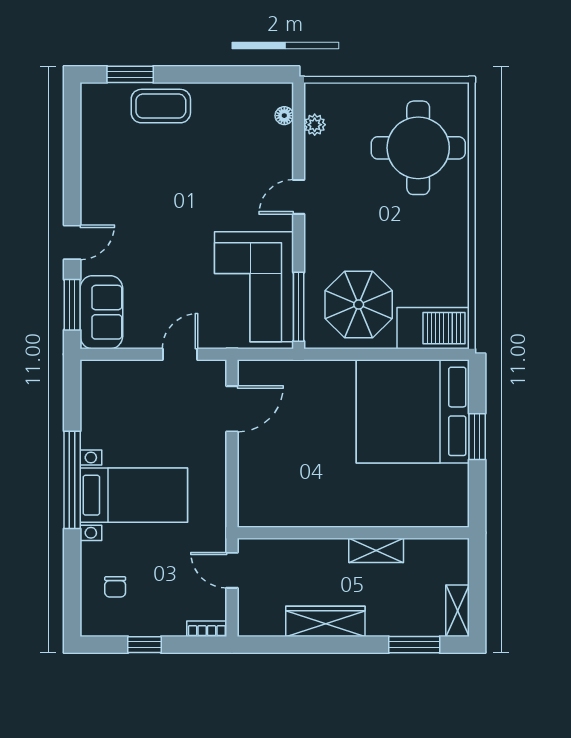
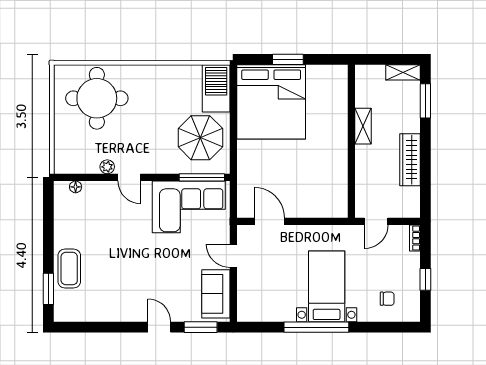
plant: (315, 125) -> (107, 167), moved
sofa: (101, 312) -> (216, 294), moved, turned -90

